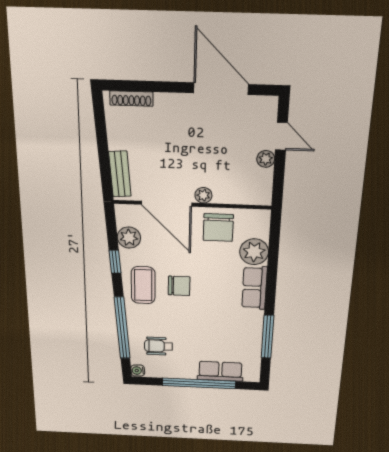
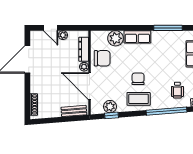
door: (281, 136) -> (51, 28), swing flipped
dresser: (237, 196) -> (84, 49), added
door: (167, 204) -> (90, 86), swing flipped
window: (115, 262) -> (111, 115), moved

